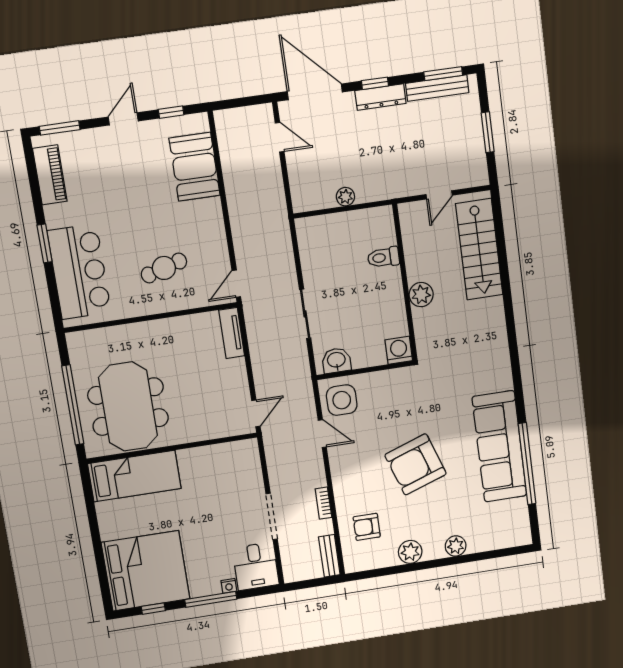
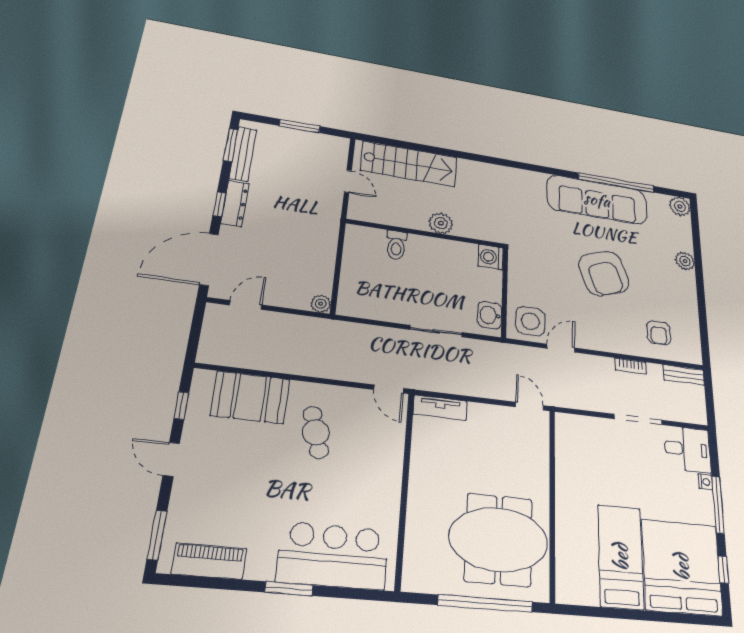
plant: (345, 197) -> (321, 304), moved
cafe table: (164, 268) -> (316, 432), moved
bed: (134, 476) -> (621, 557), moved
plant: (410, 552) -> (680, 206), moved

